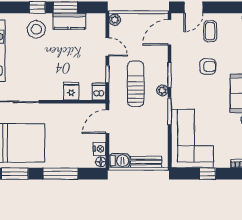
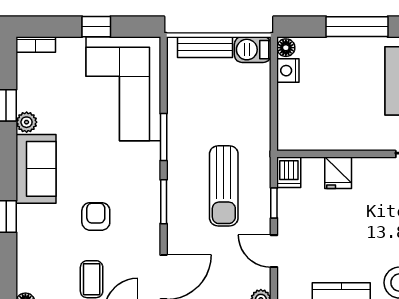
armchair: (208, 67) -> (96, 216), turned 90
plant: (162, 90) -> (176, 174), removed
door: (107, 122) -> (274, 119), removed

